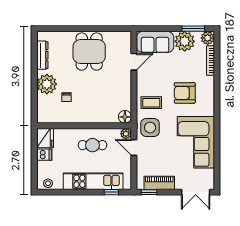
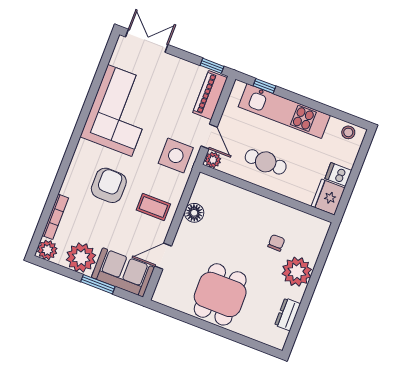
window: (193, 29) -> (98, 284), moved
dresser: (42, 55) -> (288, 314), width x0.70
armchair: (185, 93) -> (109, 185), turned -90
coffee table: (151, 103) -> (153, 207), moved
floor lamp: (125, 117) -> (194, 213), moved
piano: (159, 183) -> (210, 95), moved, turned 90

